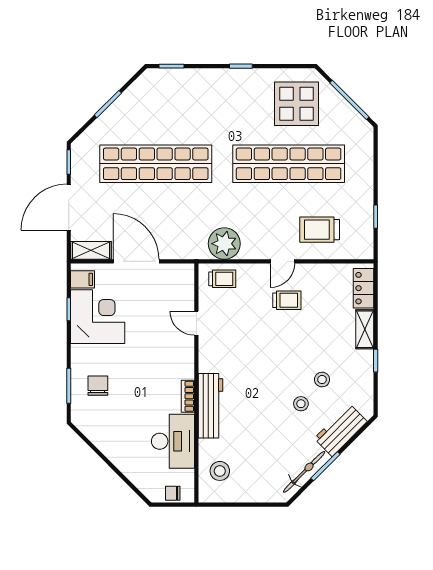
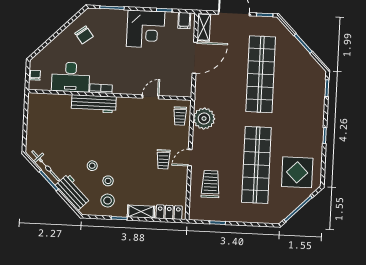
door: (282, 261) -> (190, 158), hinge flipped
corner desk: (98, 317) -> (146, 29), moved
chair: (98, 386) -> (84, 35), moved, turned 53
stool: (220, 471) -> (108, 201), moved

